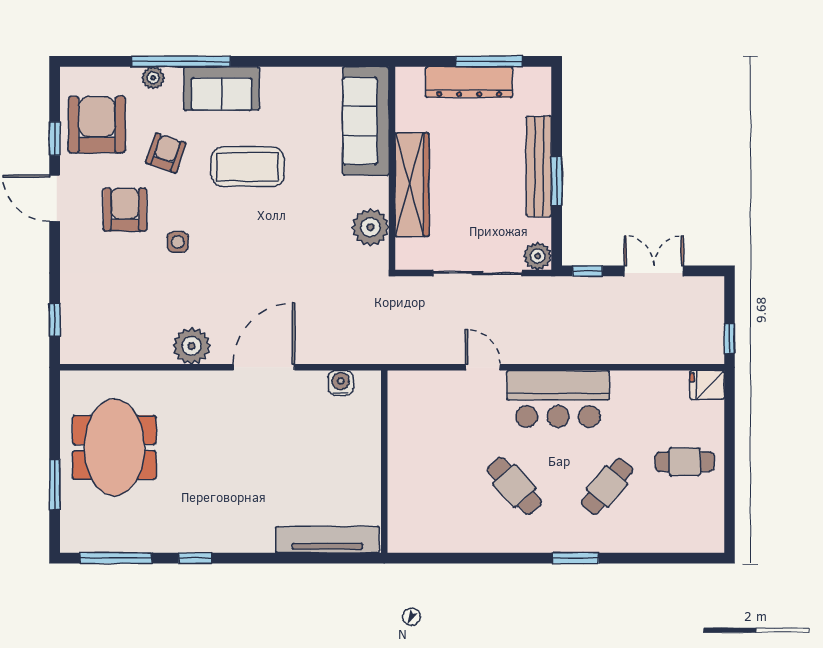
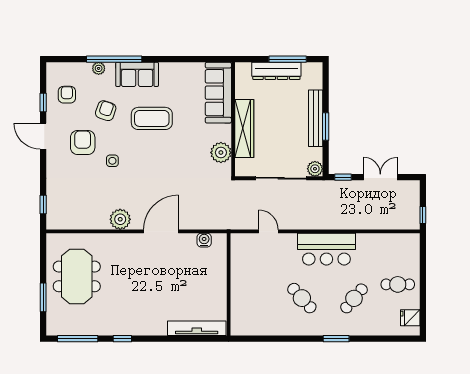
armchair: (97, 125) -> (67, 95), width x0.53, depth x0.53
door: (483, 367) -> (268, 231), moved
fridge: (707, 385) -> (410, 318), moved

